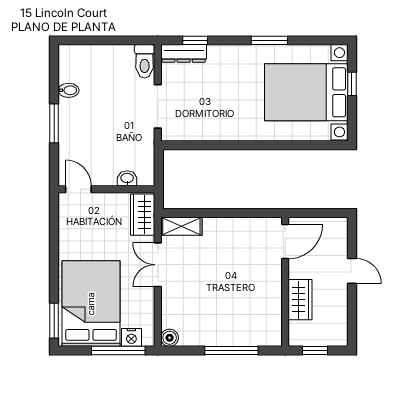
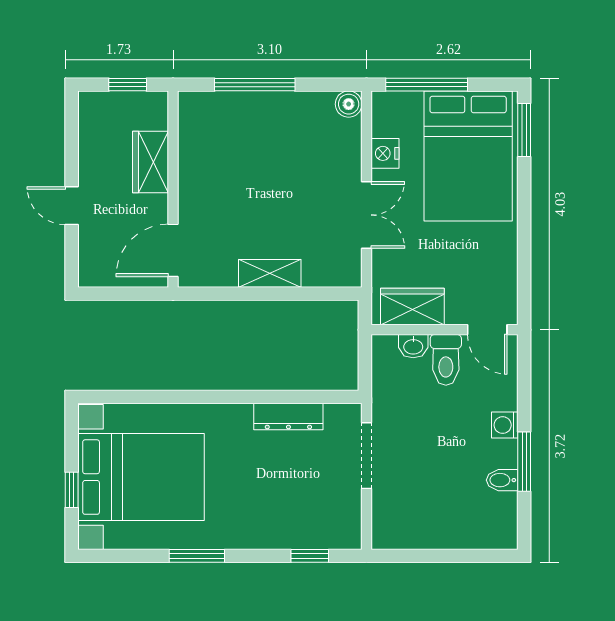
dresser: (184, 53) -> (288, 416), moved, turned 180
toilet: (145, 61) -> (446, 360), moved, turned 180
window: (54, 123) -> (524, 462), moved
washing machine: (67, 127) -> (505, 425), added
wardrobe: (143, 215) -> (412, 307), moved, turned -90
shelving: (181, 226) -> (270, 273), moved
nightstand: (131, 337) -> (385, 153), moved, turned -90

